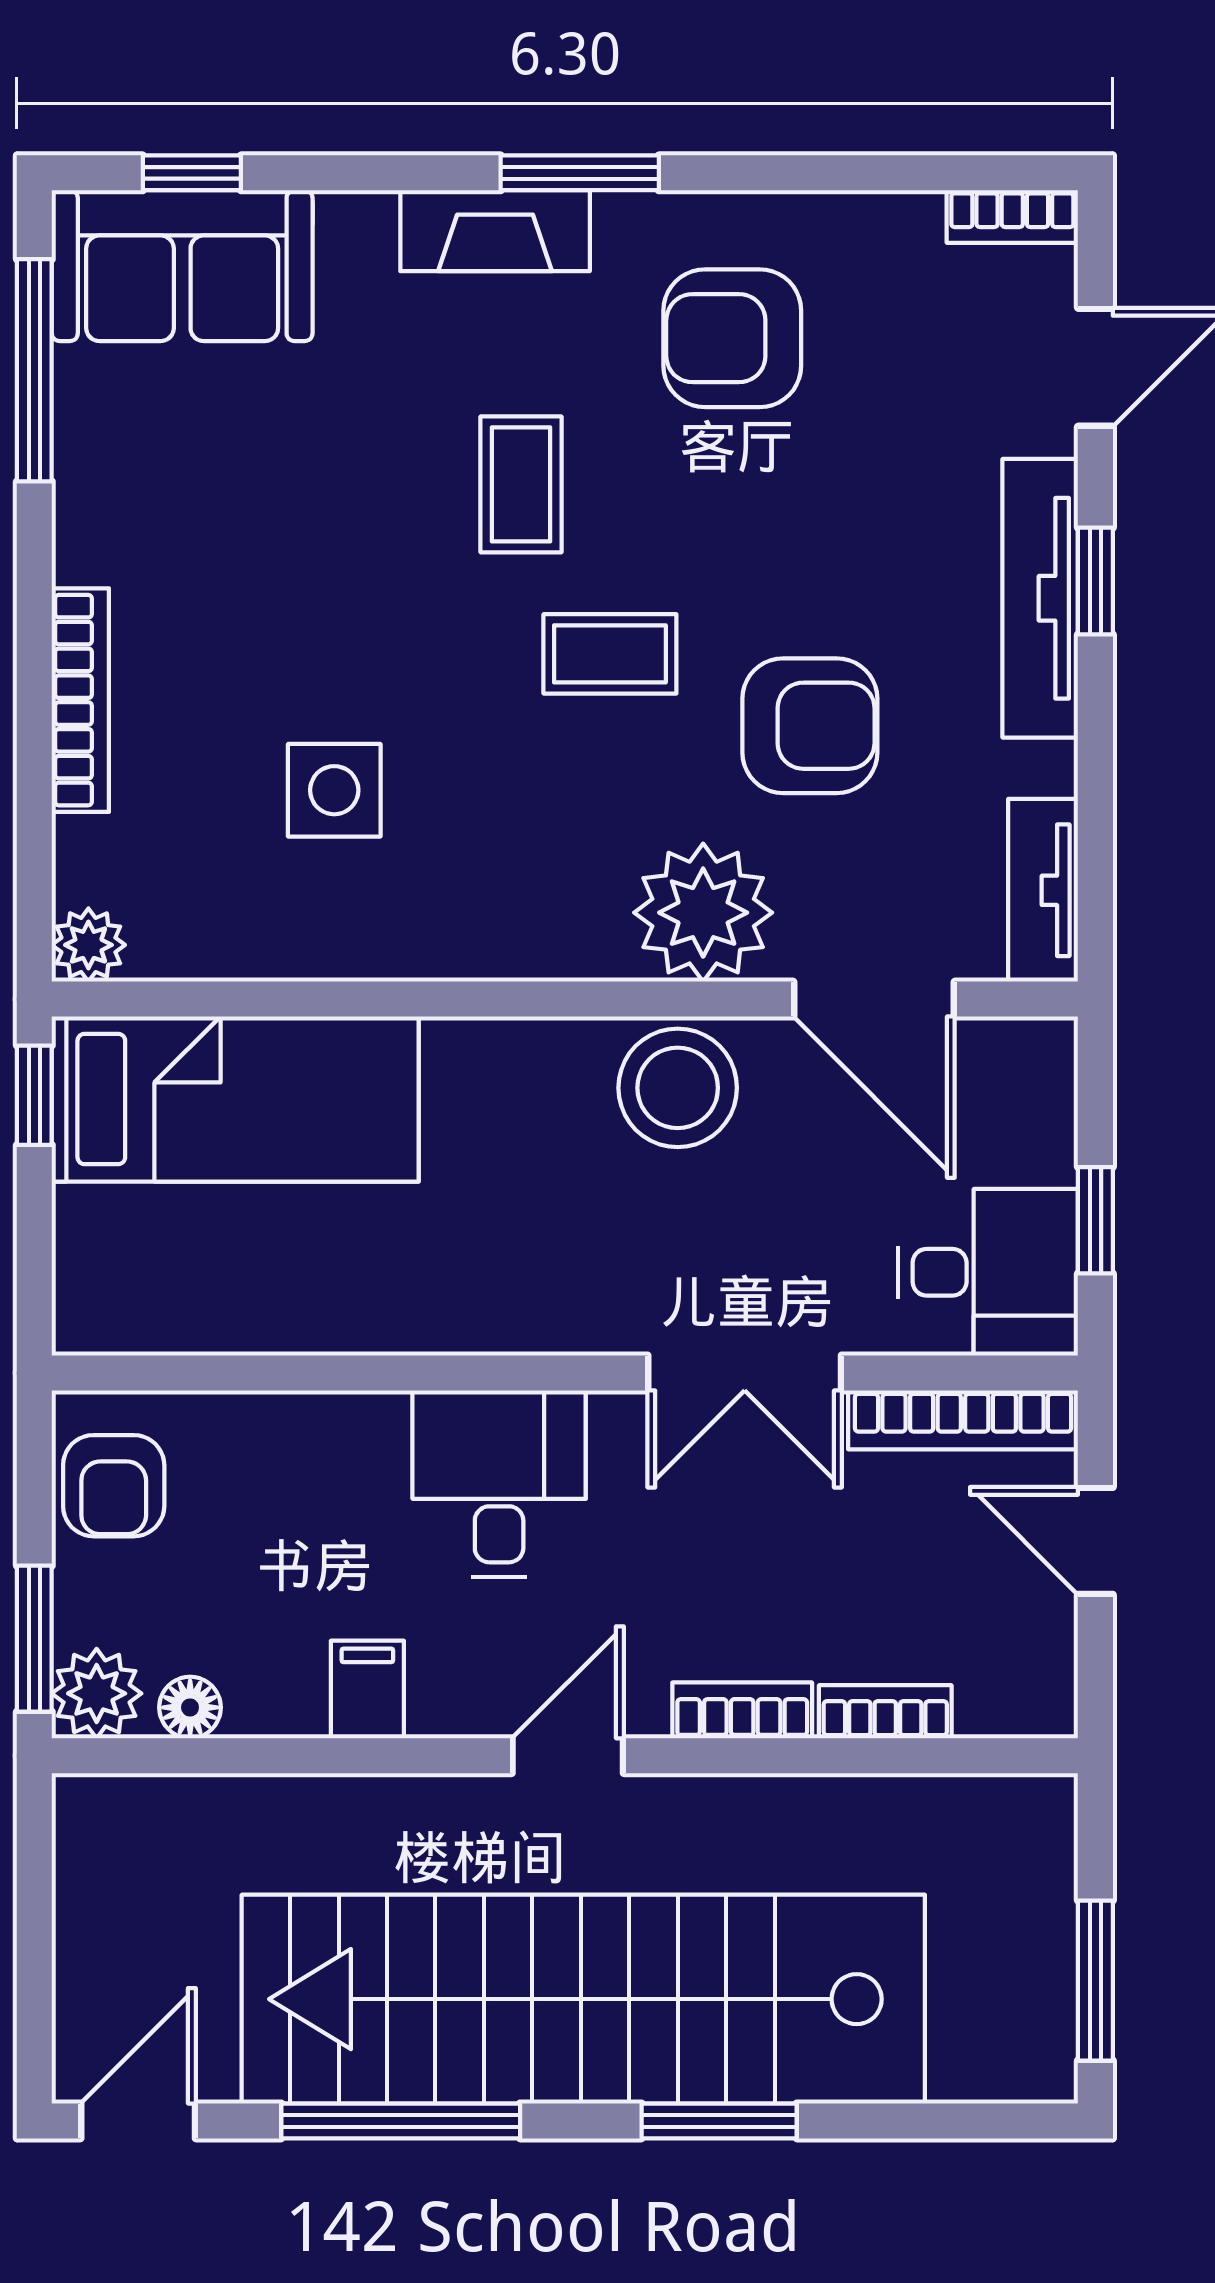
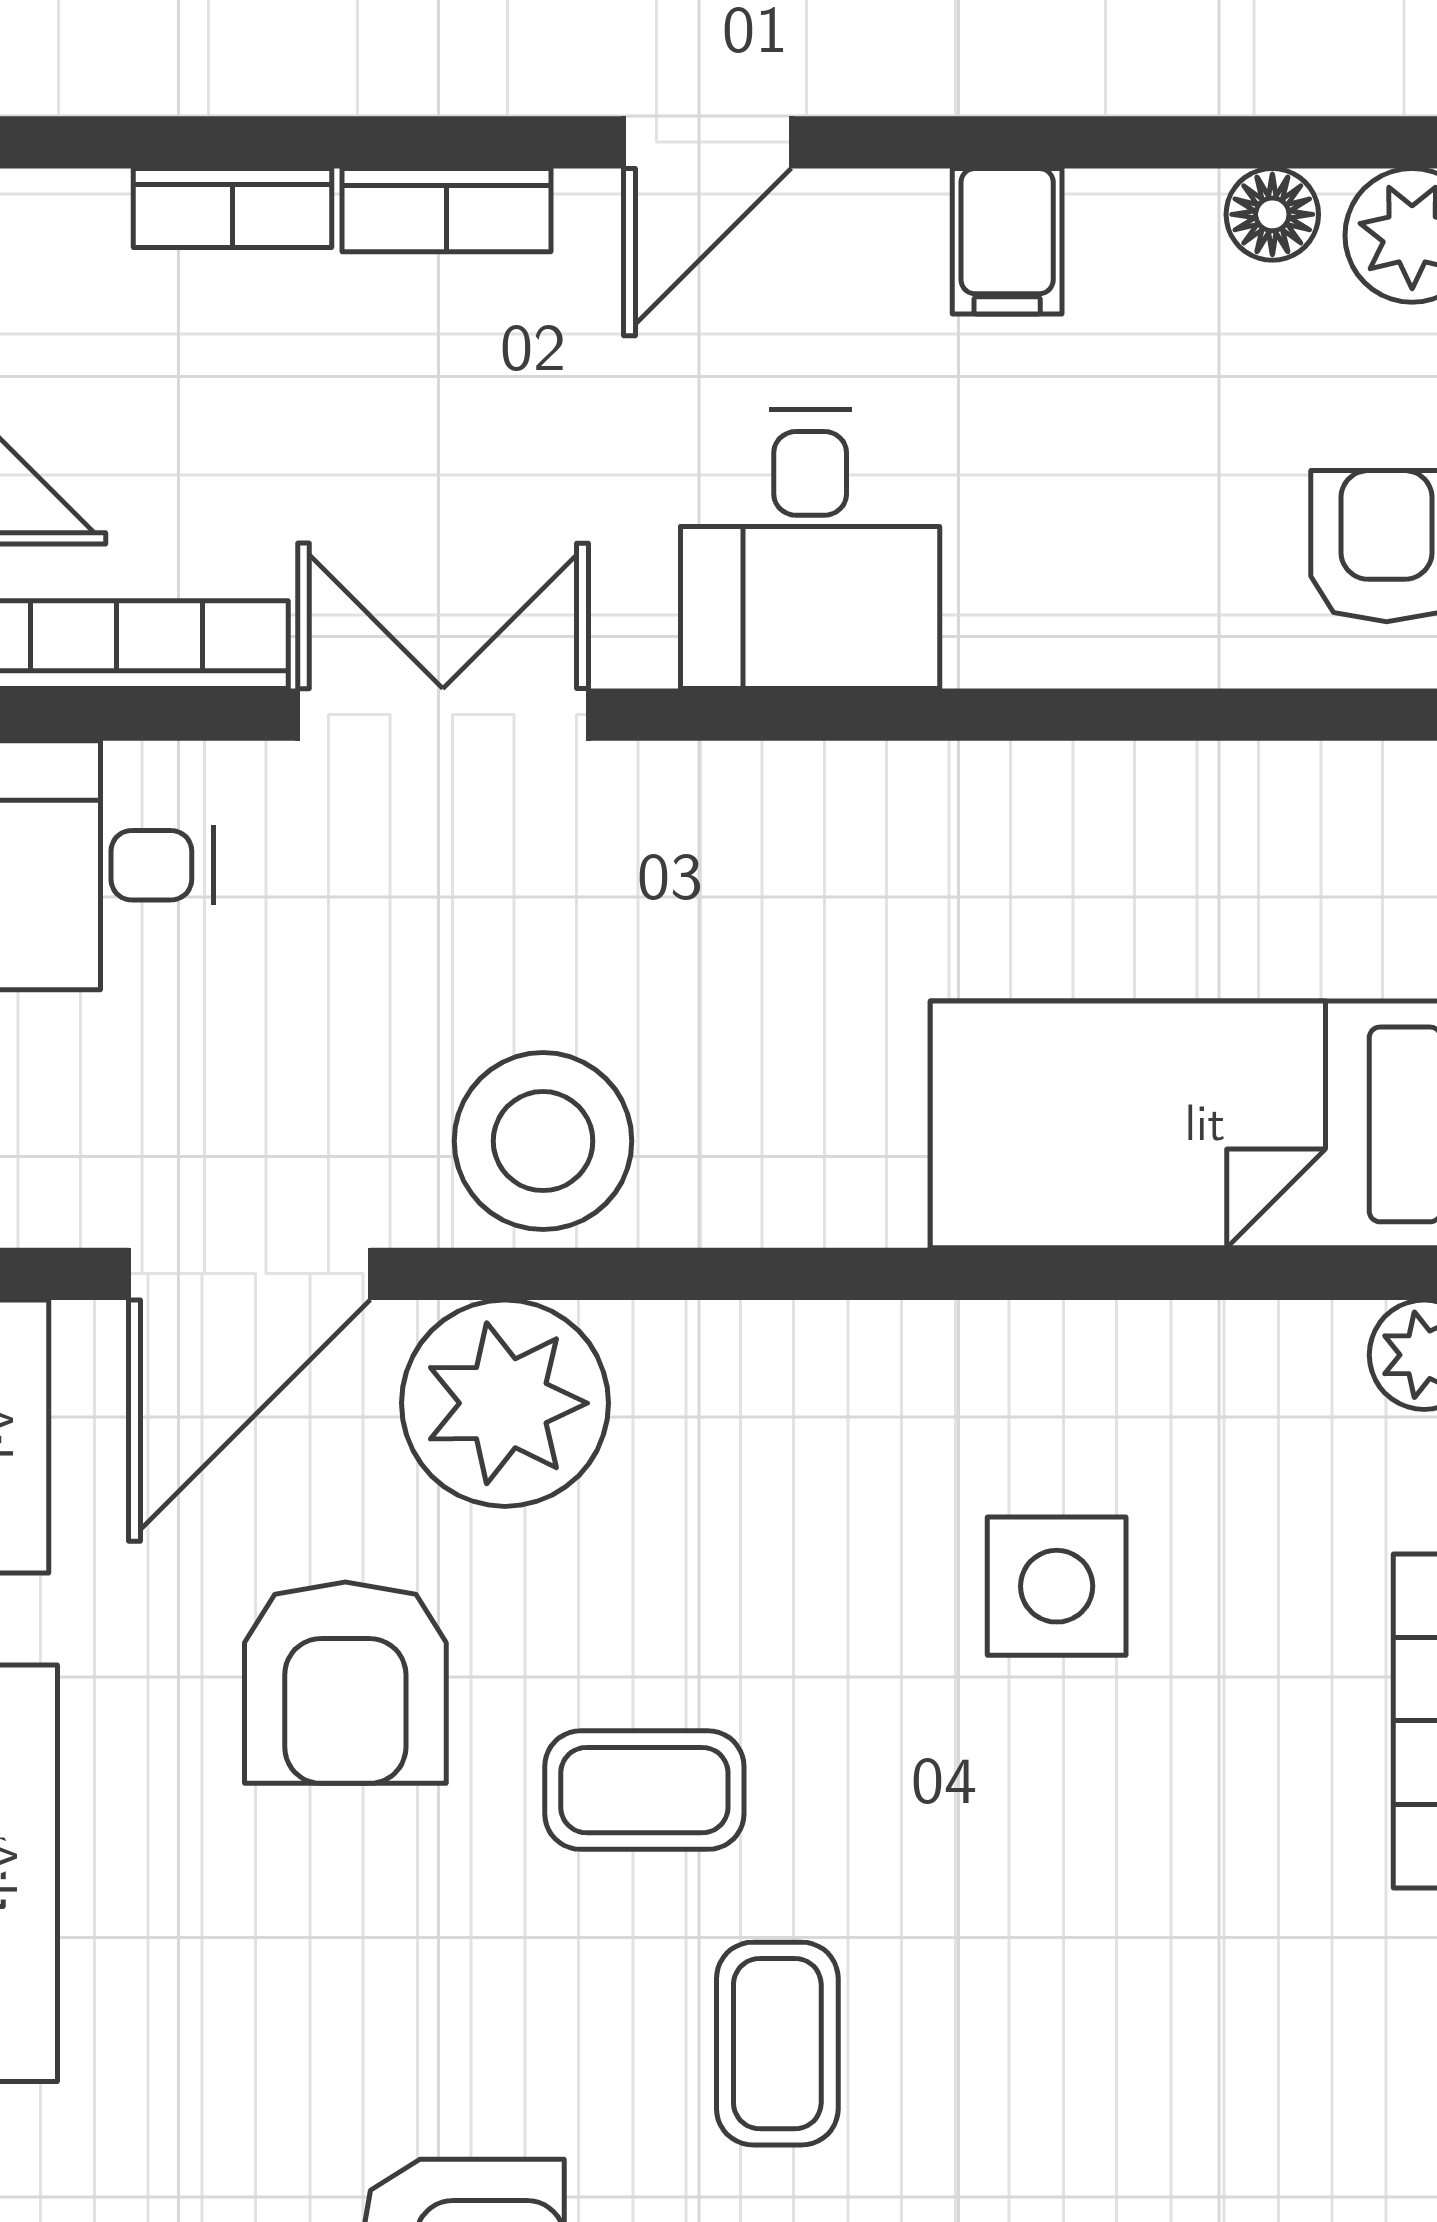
armchair: (810, 726) -> (345, 1683), turned -90
door: (874, 999) -> (249, 1274), swing flipped

